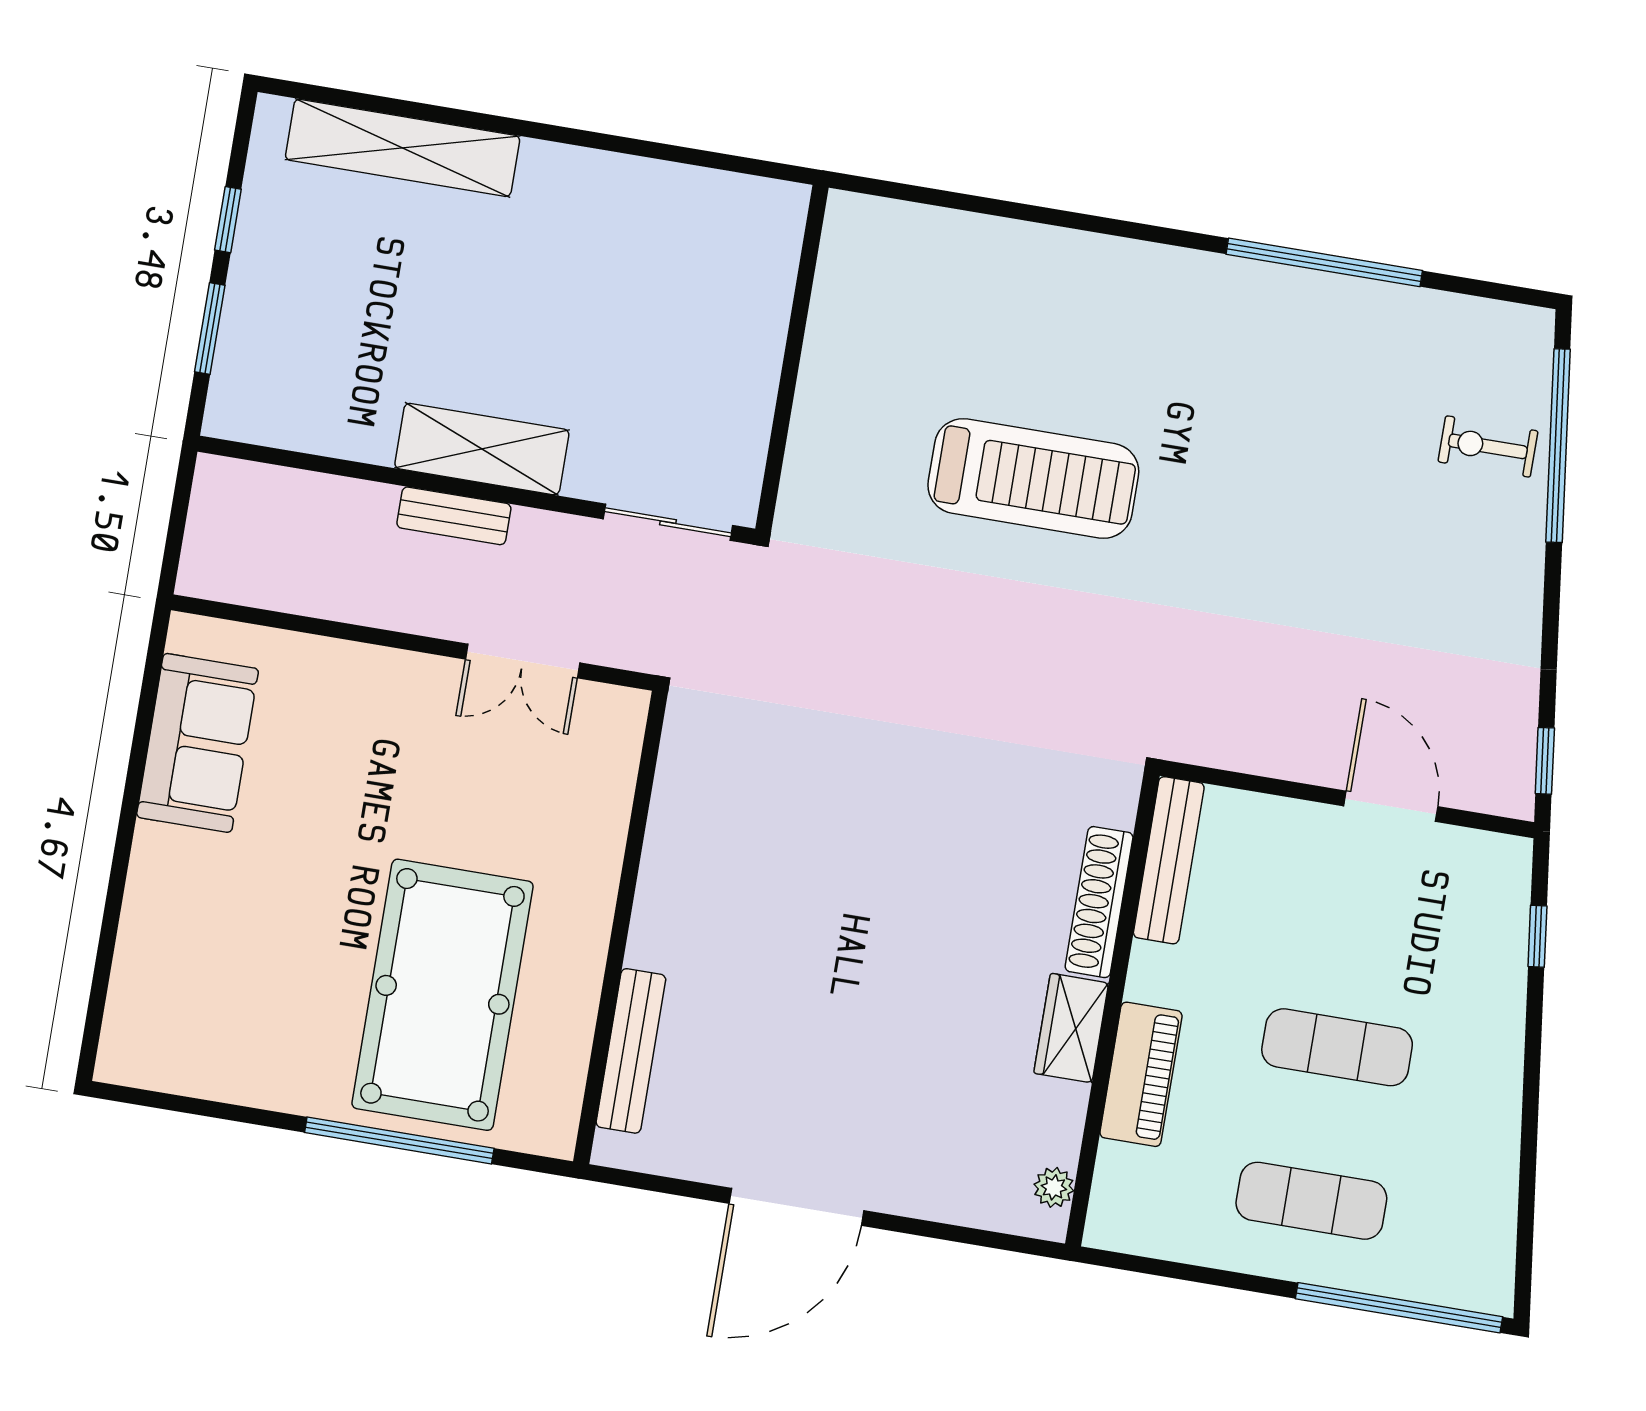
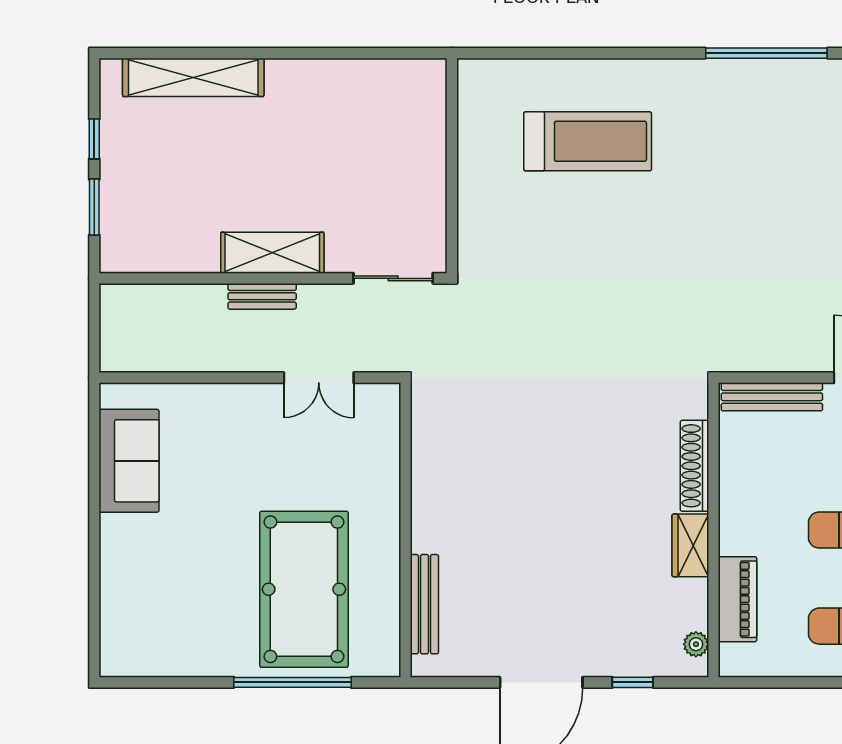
treadmill: (1033, 478) -> (588, 141), moved
bench: (1169, 860) -> (772, 397), moved, turned 90
piano: (1141, 1074) -> (738, 599), moved
window: (943, 1231) -> (633, 682), added

